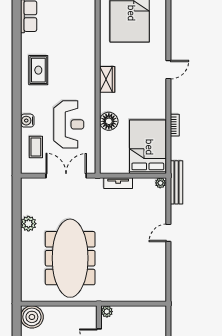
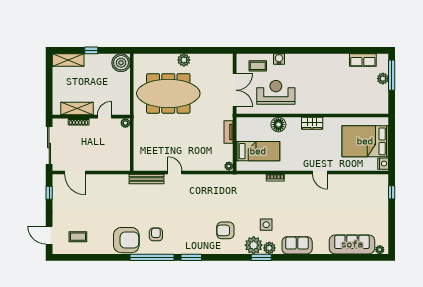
rug: (38, 70) -> (320, 68), removed
reception desk: (69, 124) -> (276, 92), turned 180
bed: (148, 147) -> (258, 151), width x0.67
bench: (176, 182) -> (147, 179), moved
plant: (28, 224) -> (184, 60), moved
door: (168, 233) -> (175, 172), moved

